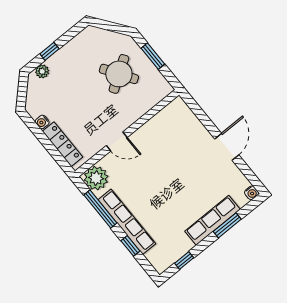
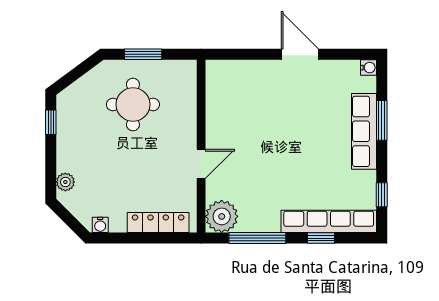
window: (49, 51) -> (51, 122), moved
round table: (119, 74) -> (133, 105), turned 33
water cooler: (42, 122) -> (100, 225), moved
row of seats: (127, 222) -> (329, 221), moved

